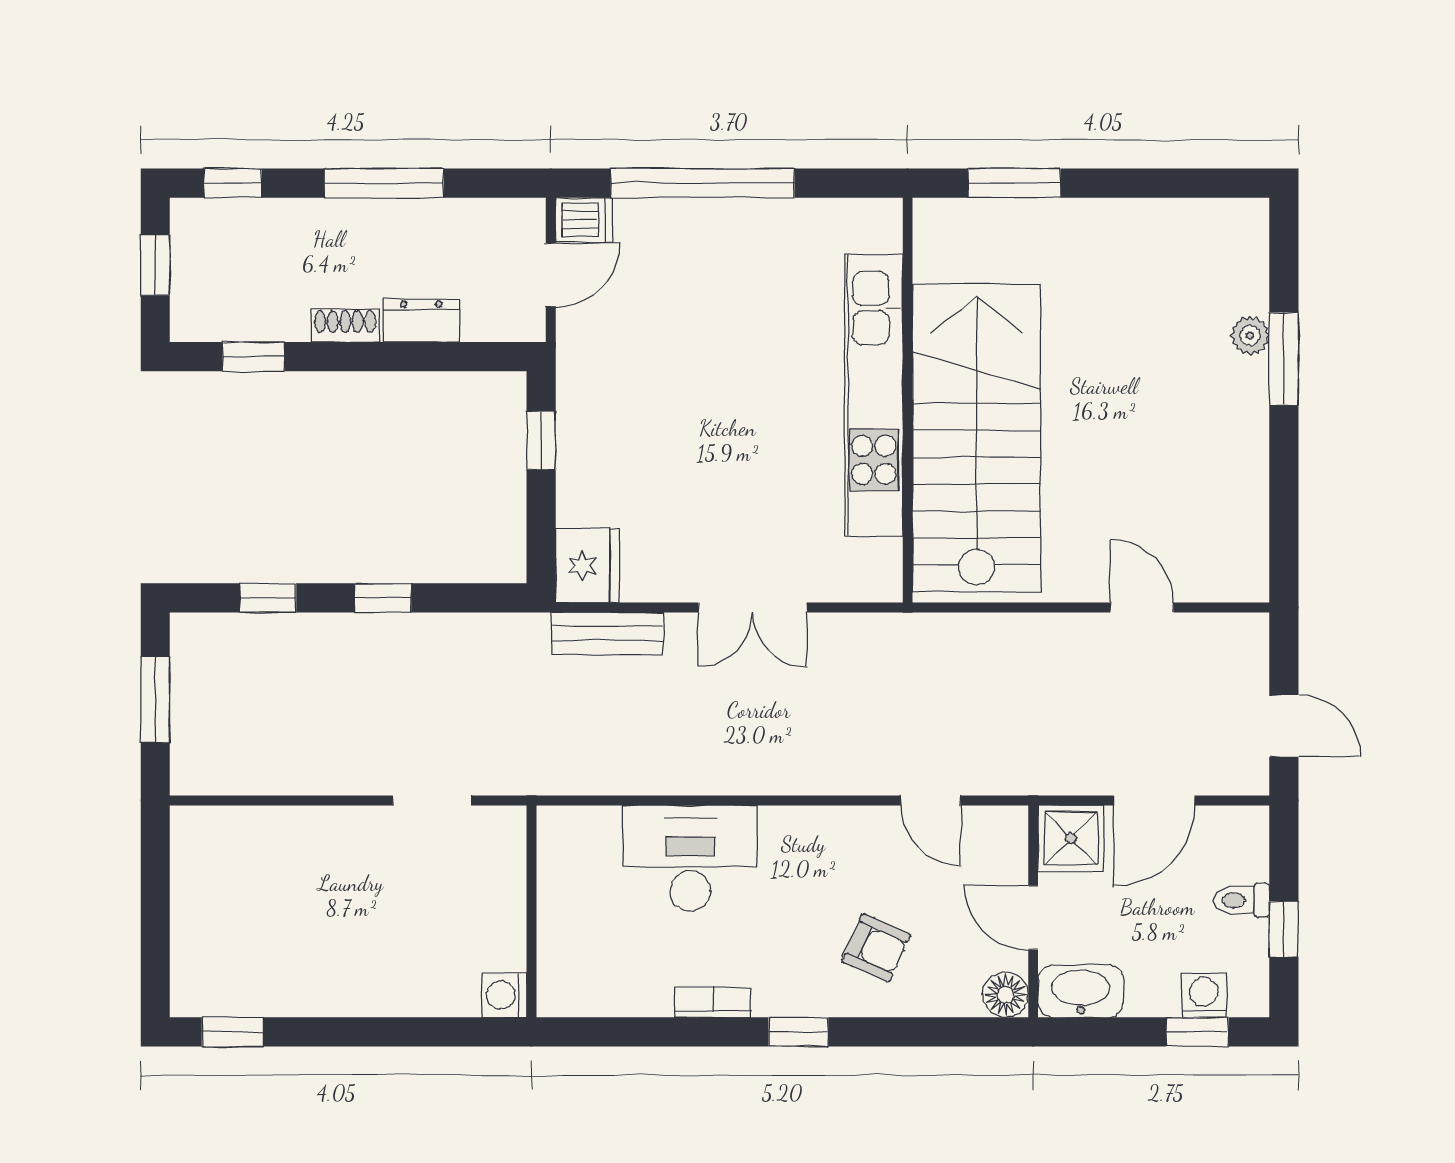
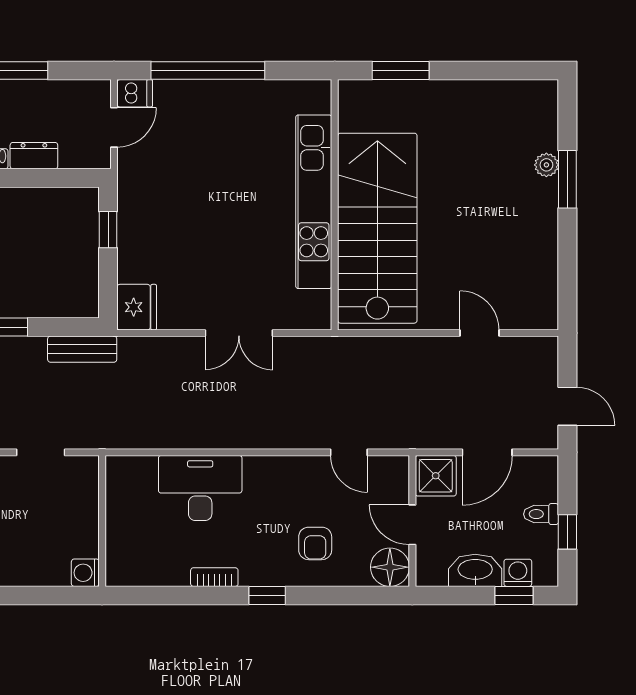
bench: (607, 634) -> (82, 349), moved
armchair: (876, 948) -> (315, 543), turned 66
washbasin: (1081, 991) -> (475, 570), moved
floor lamp: (1006, 995) -> (390, 567), width x1.38, depth x1.38

